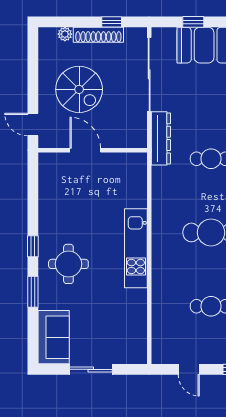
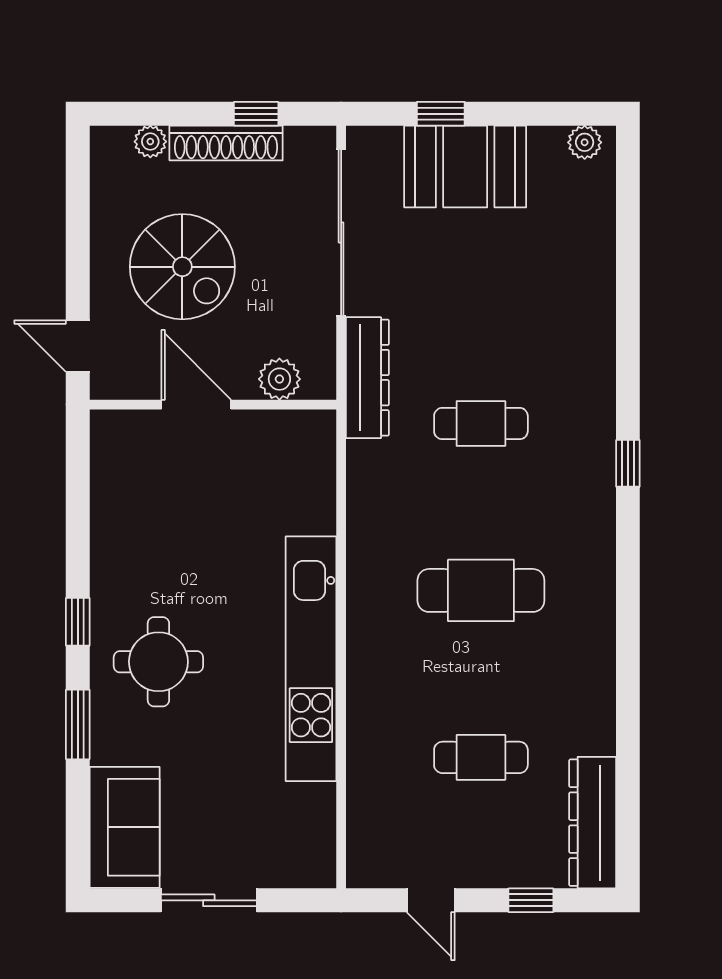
plant: (122, 139) -> (279, 379), added
kitchen unit: (136, 248) -> (311, 659), width x1.36

